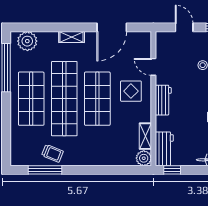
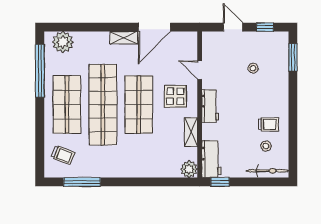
shelving: (72, 37) -> (124, 38), moved
shelving: (145, 136) -> (191, 132), moved
trolley: (52, 153) -> (63, 155), moved

